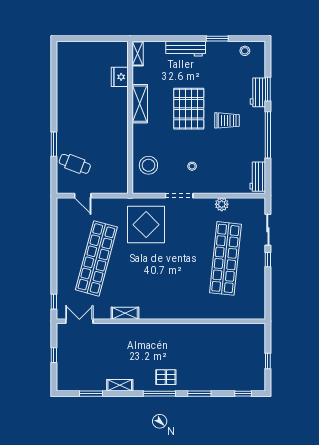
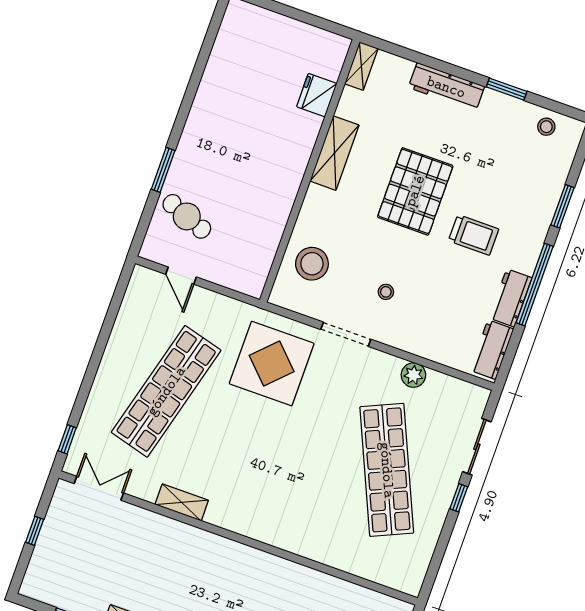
workbench: (258, 92) -> (511, 298), moved
shop shelf: (225, 258) -> (387, 470), turned -30

